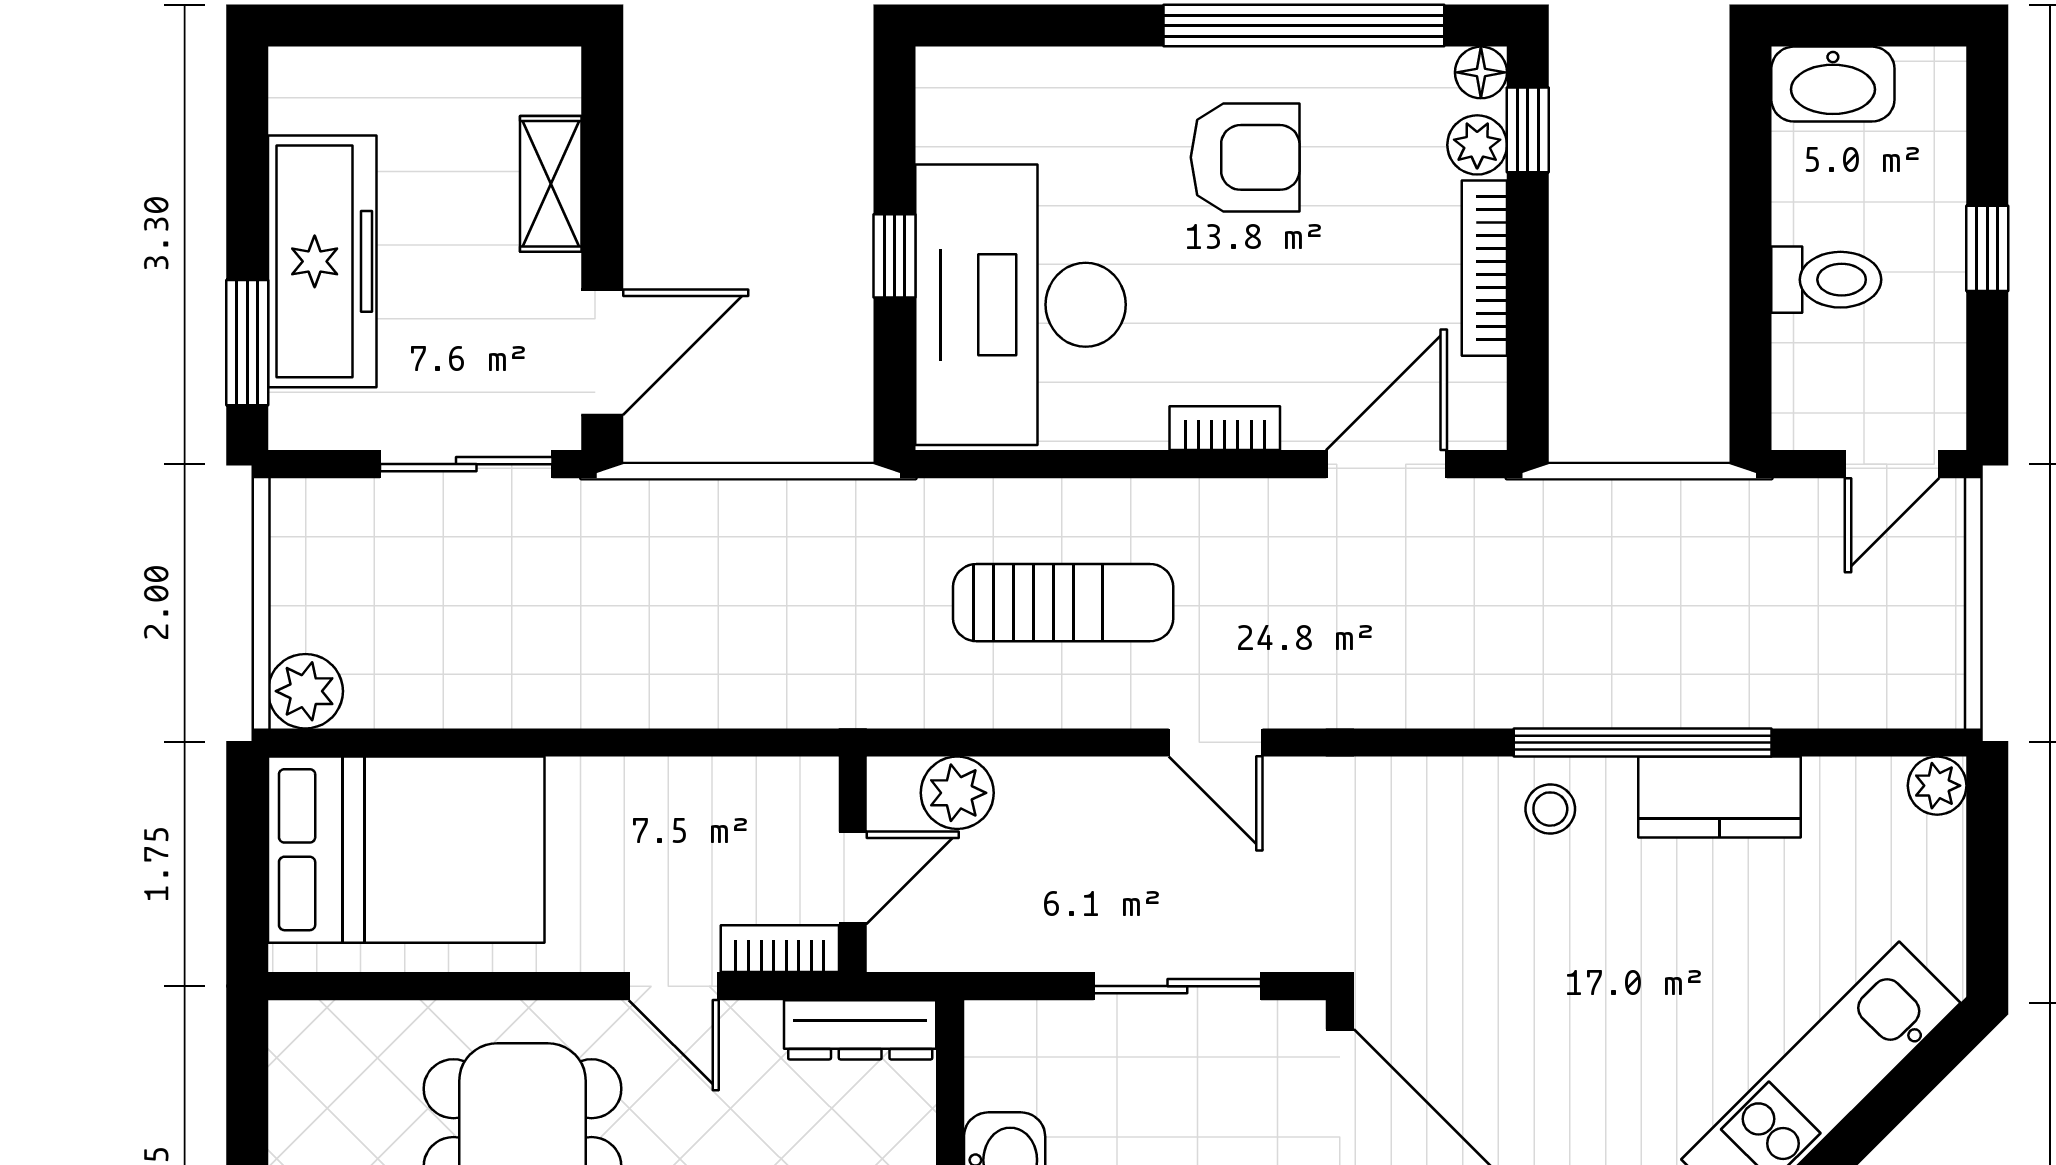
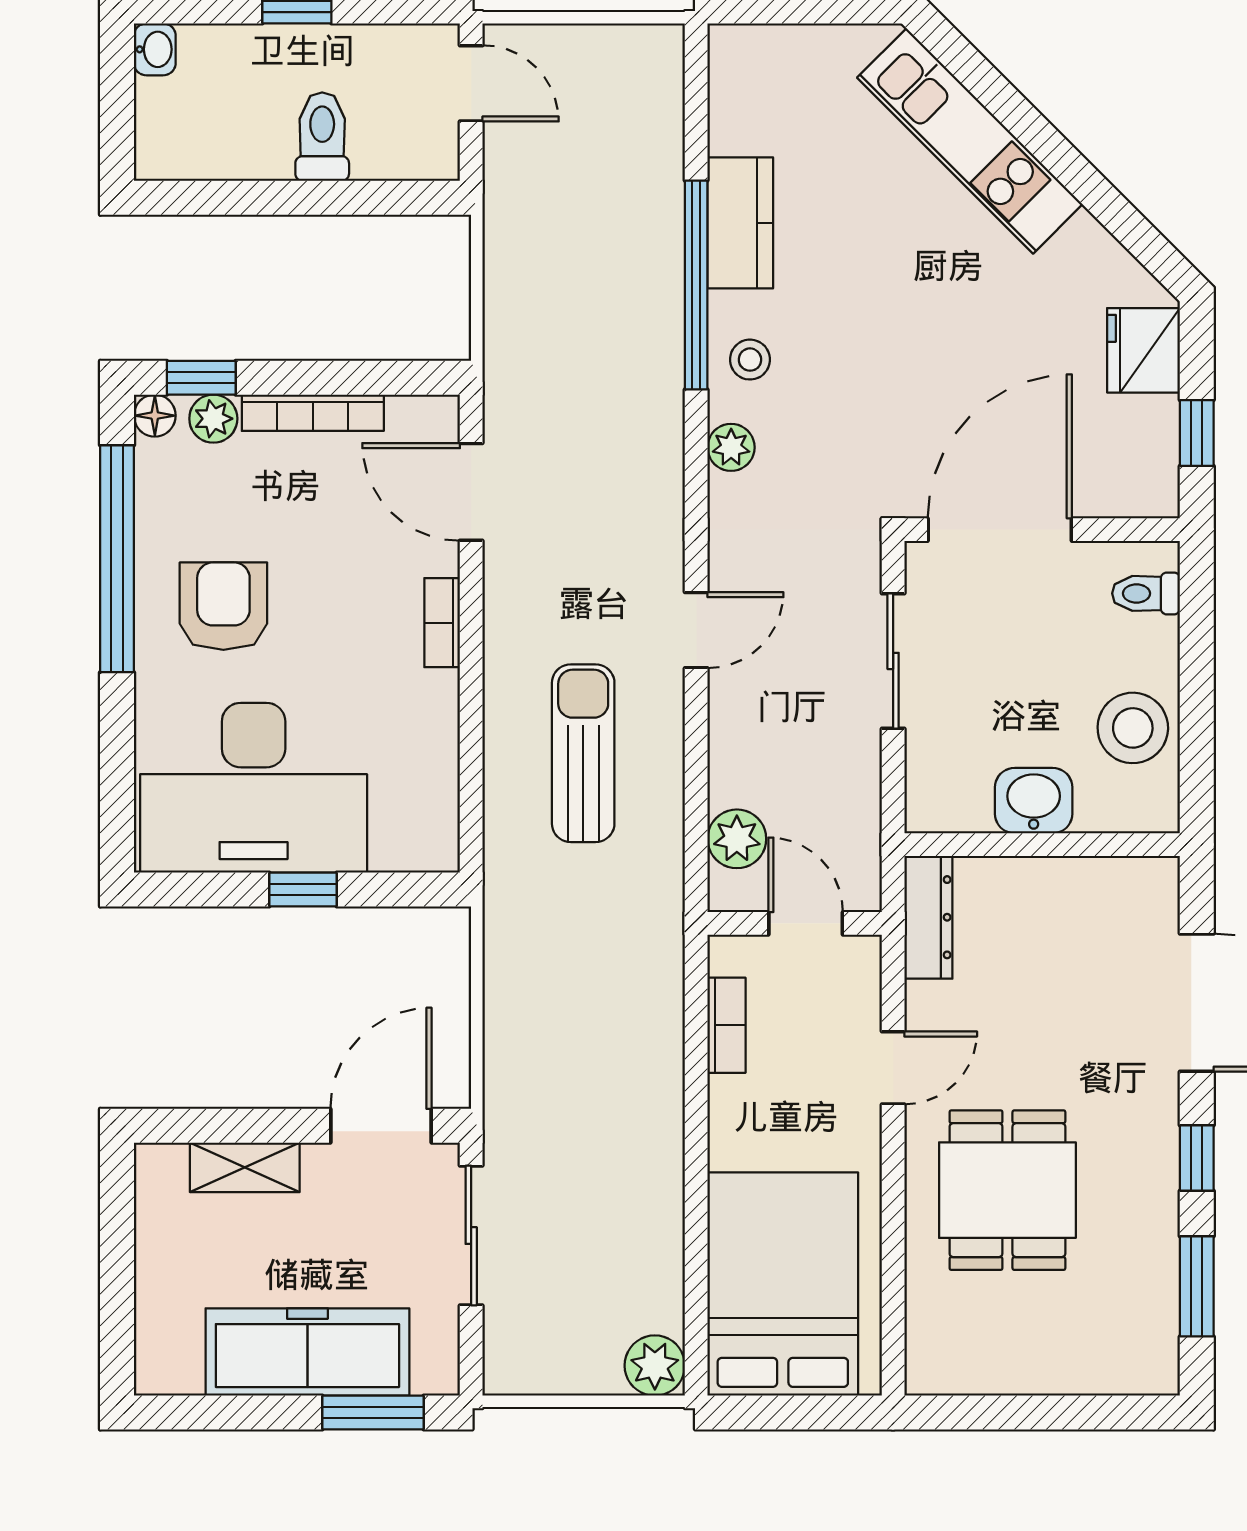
washbasin: (1833, 84) -> (155, 49), moved, width x0.52, depth x0.69
desk: (1020, 305) -> (254, 788), moved
door: (602, 352) -> (381, 1126), hinge flipped
plant: (1937, 786) -> (731, 447), moved
bookcase: (780, 949) -> (726, 1025), moved, turned 180

